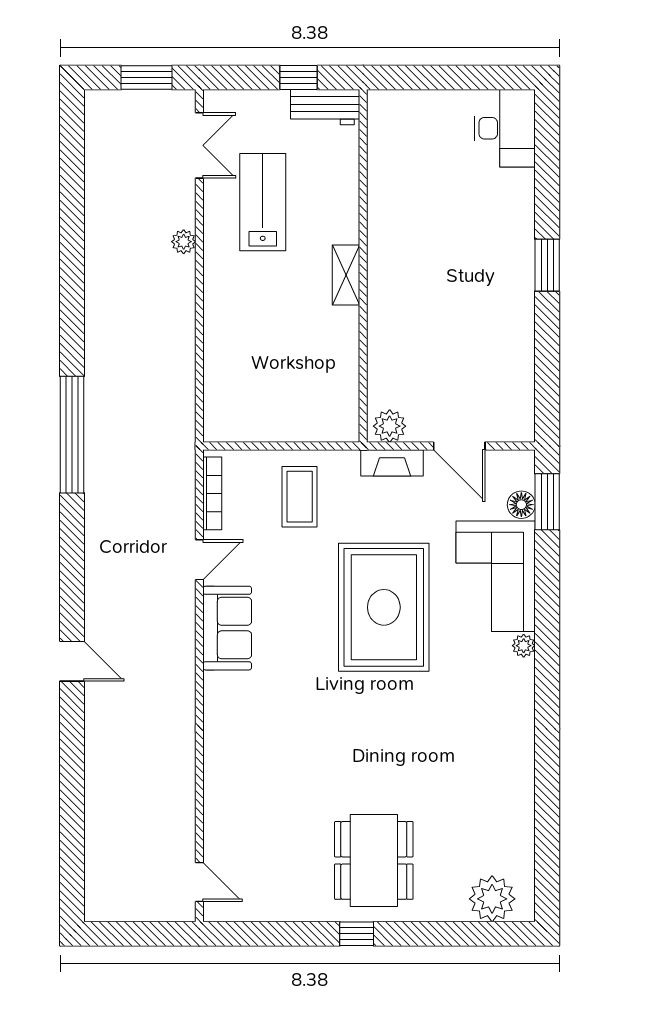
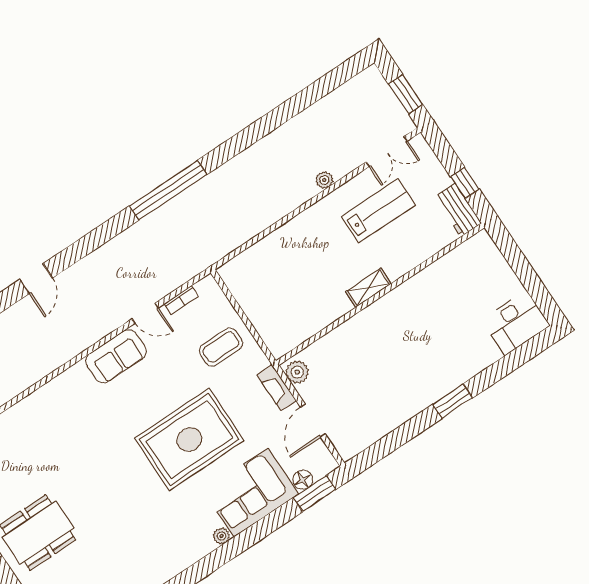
bookcase: (212, 493) -> (181, 300), width x0.64

